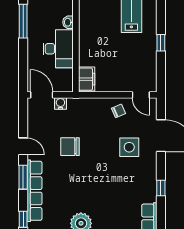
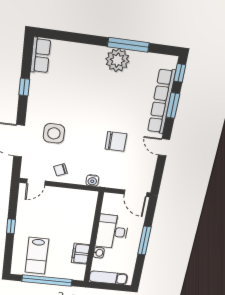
window: (23, 21) -> (144, 241), moved
filing cabinet: (87, 79) -> (81, 254), moved
door: (141, 95) -> (36, 182), swing flipped
water cooler: (60, 103) -> (92, 180), moved
window: (23, 177) -> (173, 106), moved

